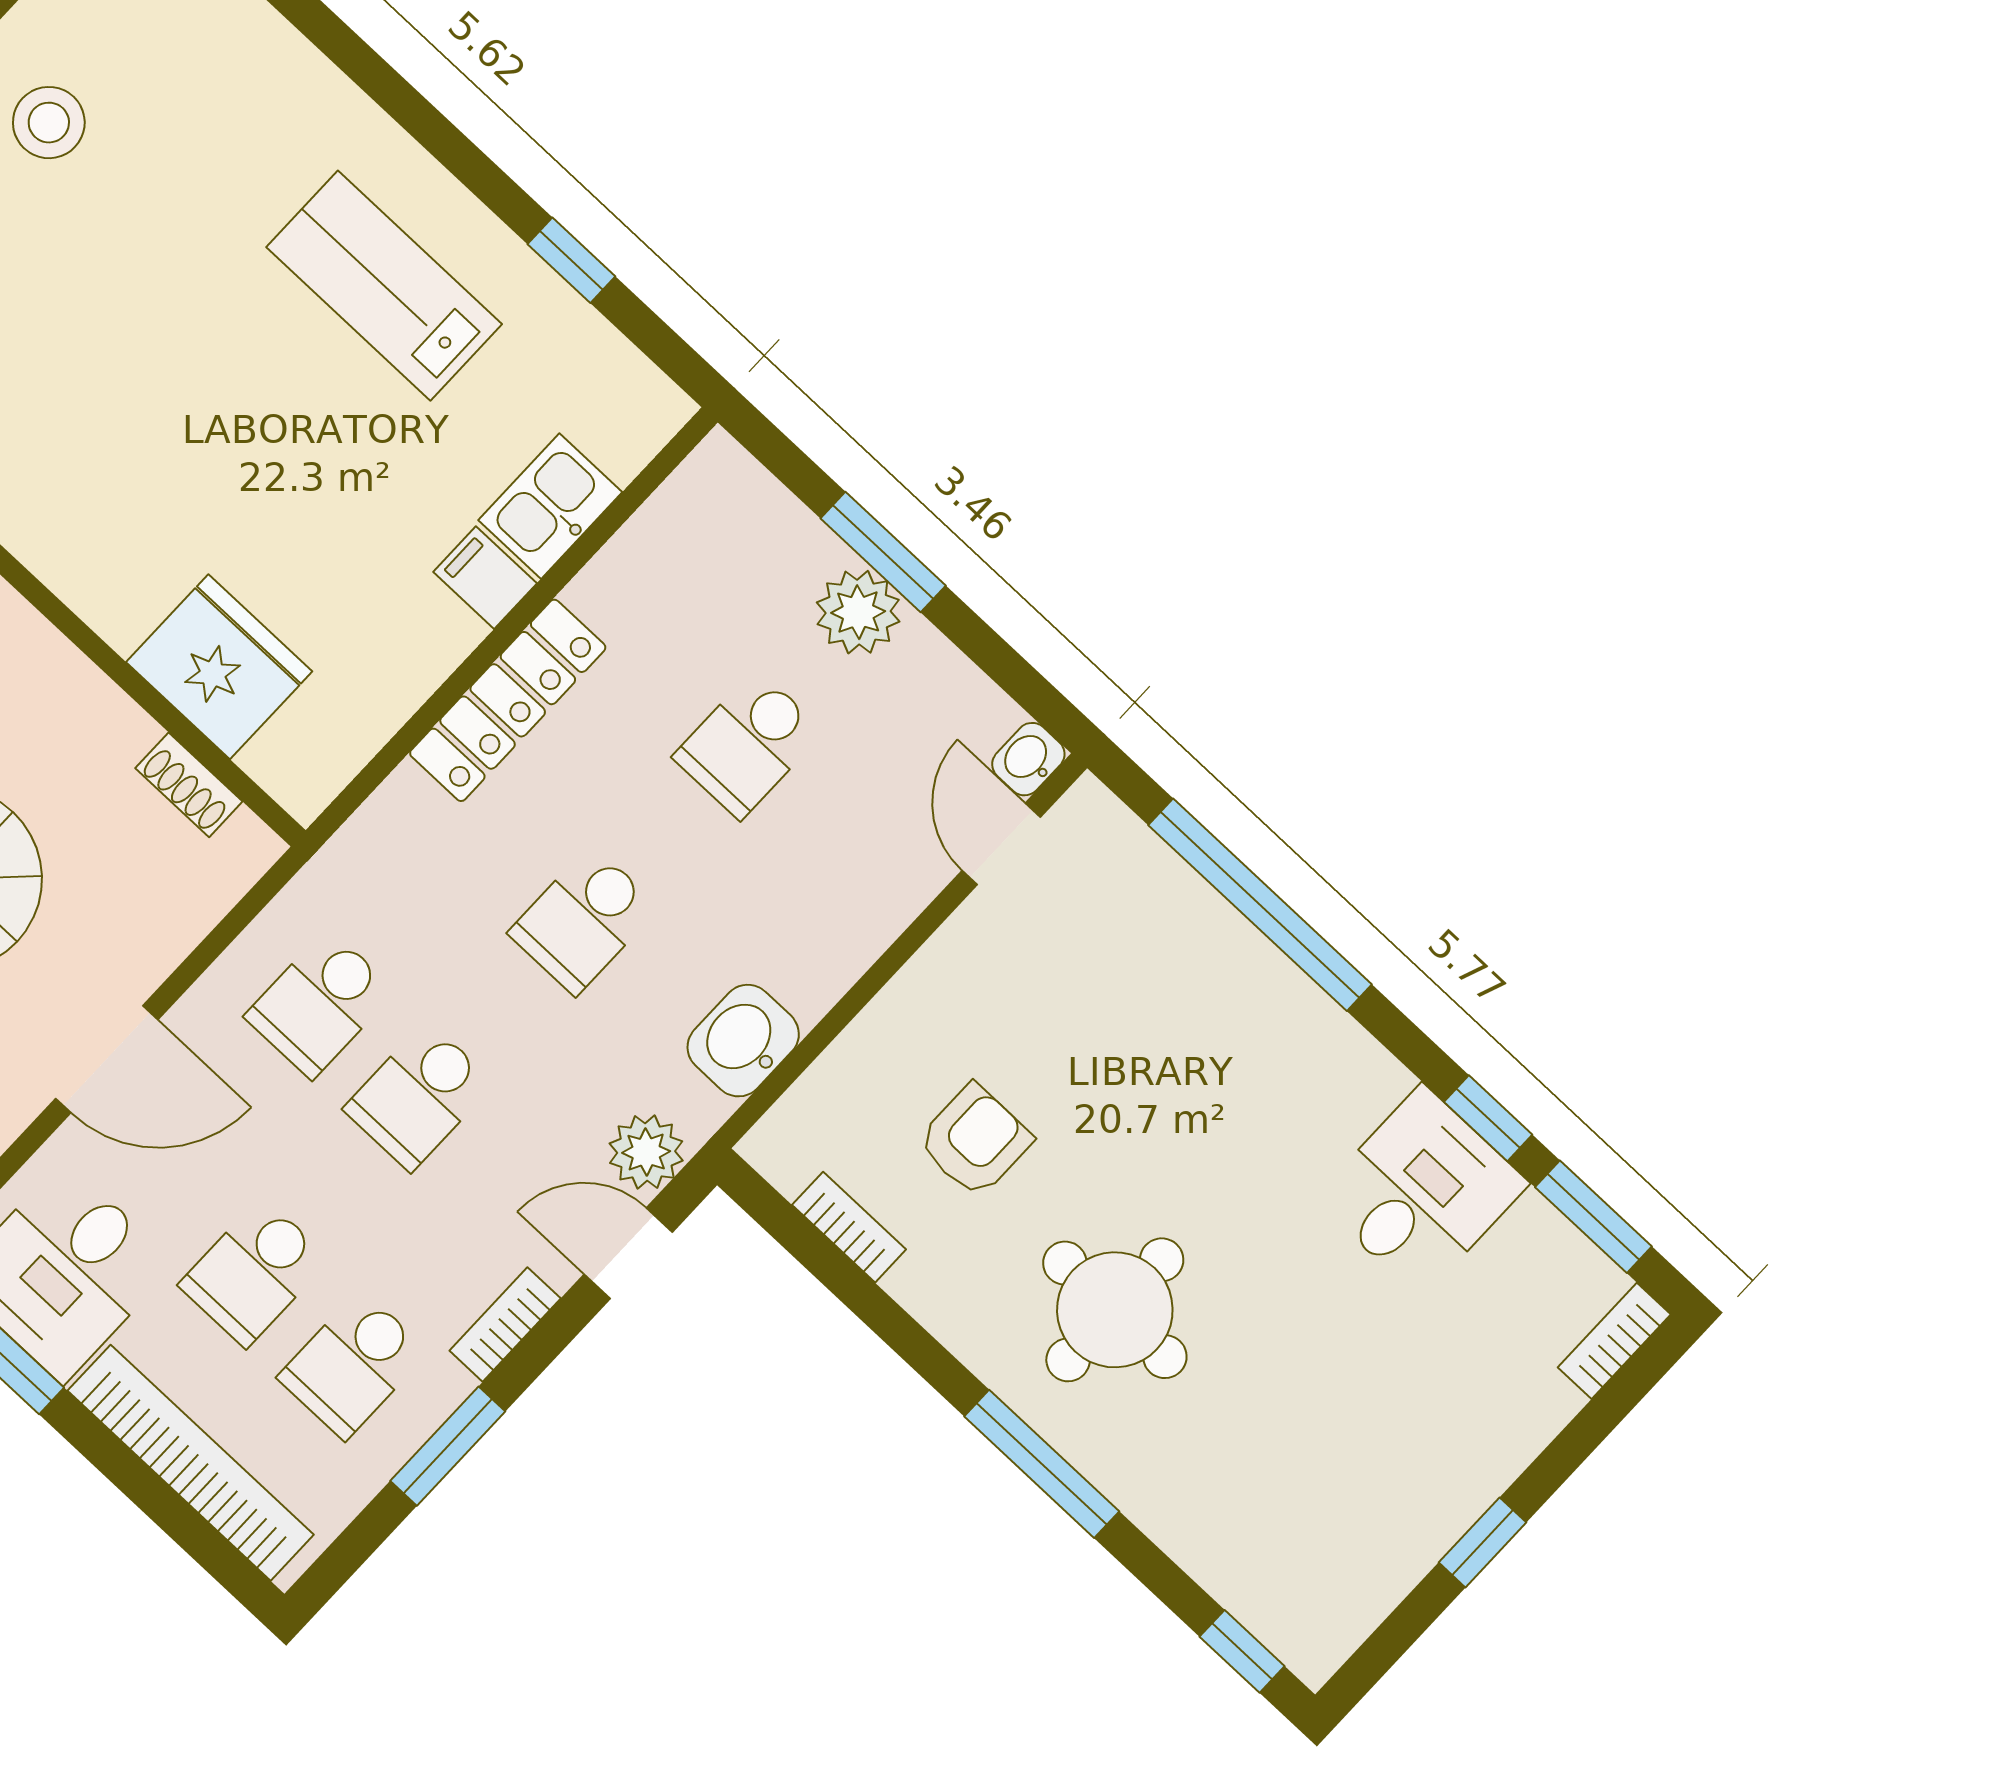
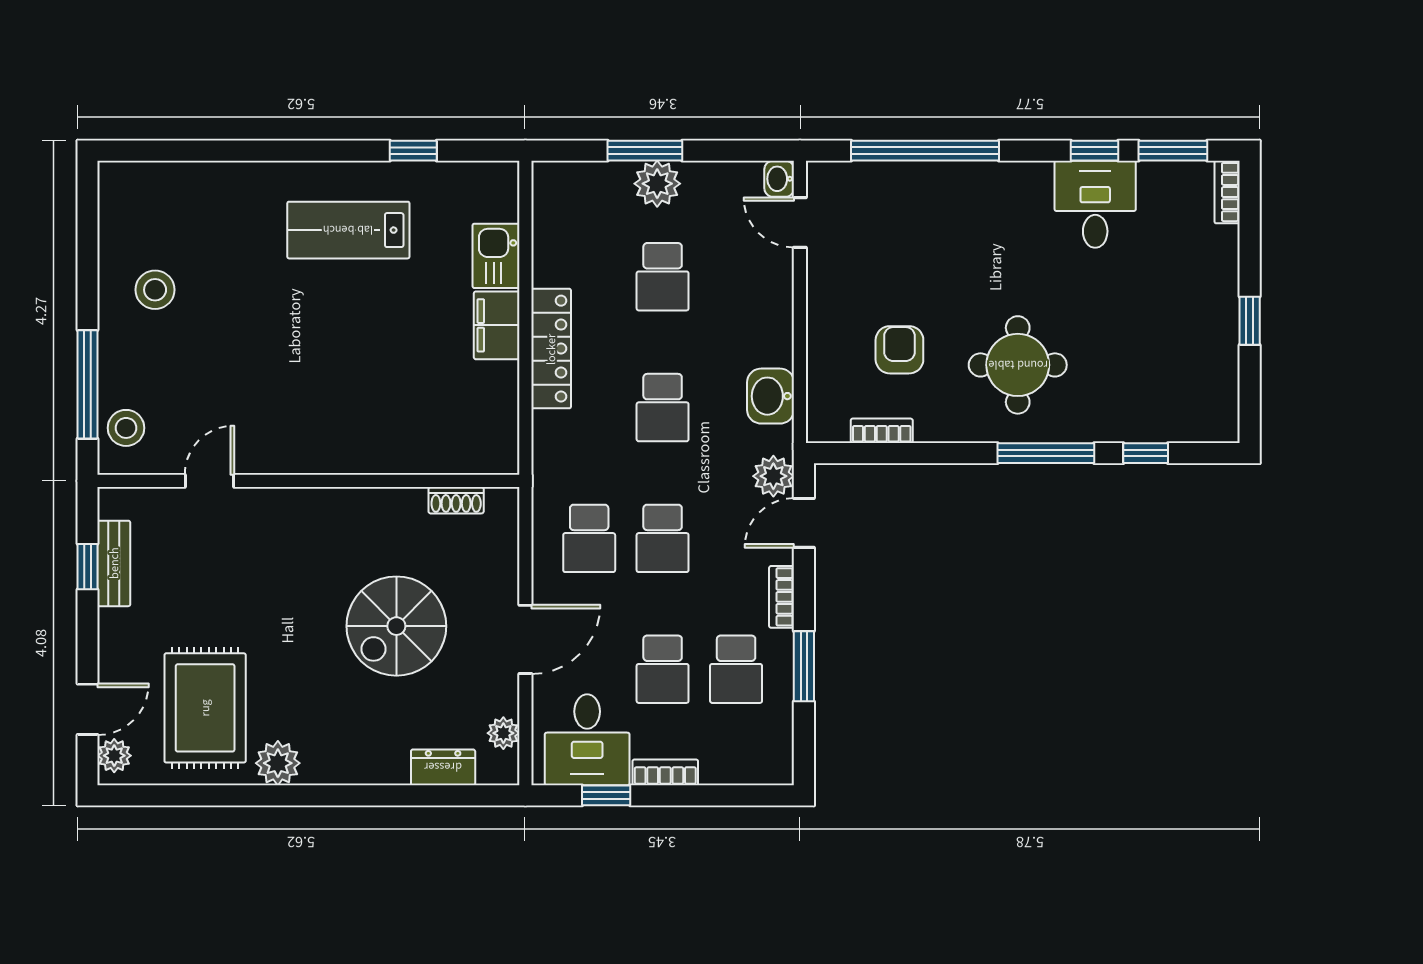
filing cabinet: (485, 578) -> (497, 325), width x2.00
fridge: (219, 667) -> (424, 442), removed
bookcase: (191, 1463) -> (665, 772), width x0.43, depth x0.76
window: (1242, 1651) -> (1146, 453), moved

